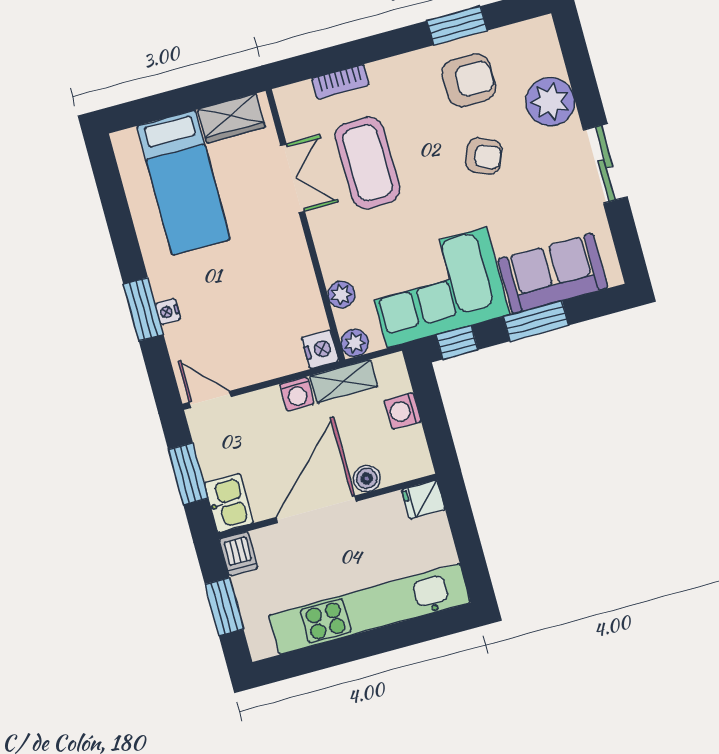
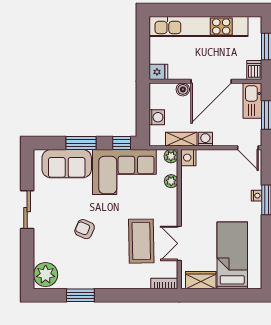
armchair: (469, 80) -> (82, 267), removed
bookcase: (340, 82) -> (164, 284), moved
plant: (550, 102) -> (46, 275), moved
kitchen sink: (229, 503) -> (252, 101), width x1.38

